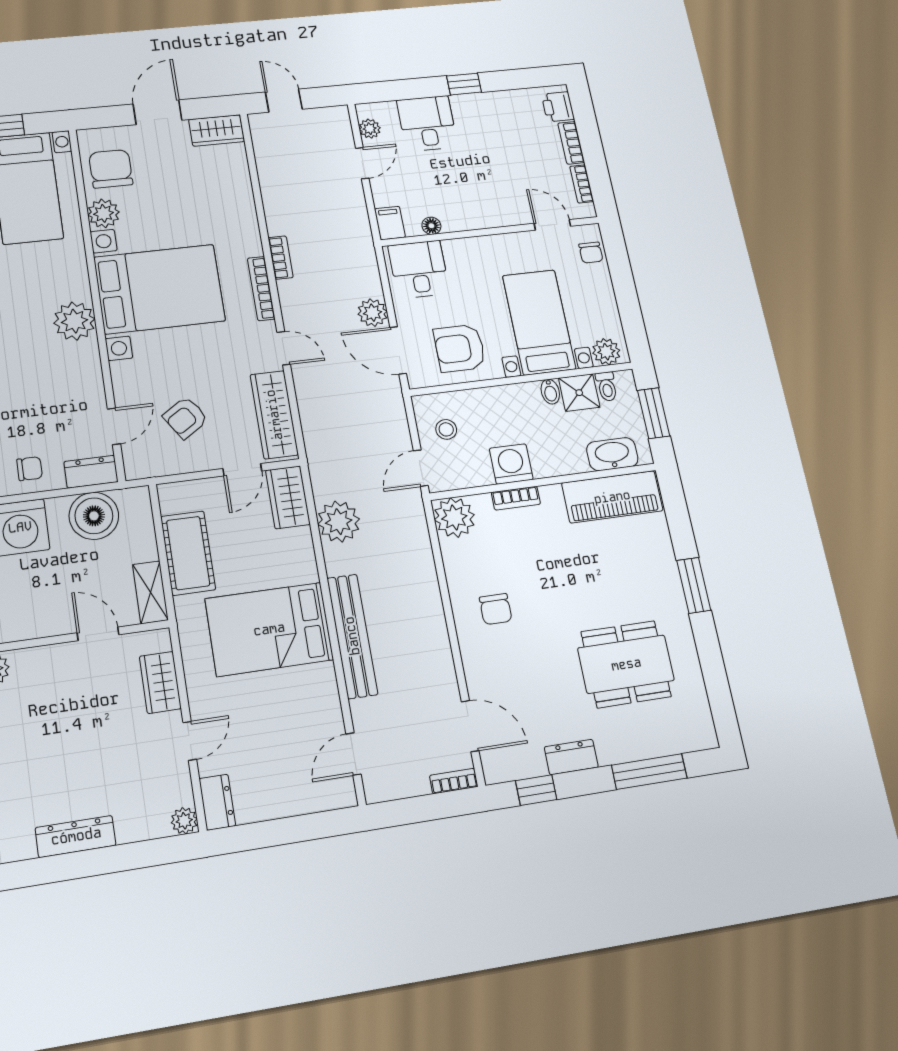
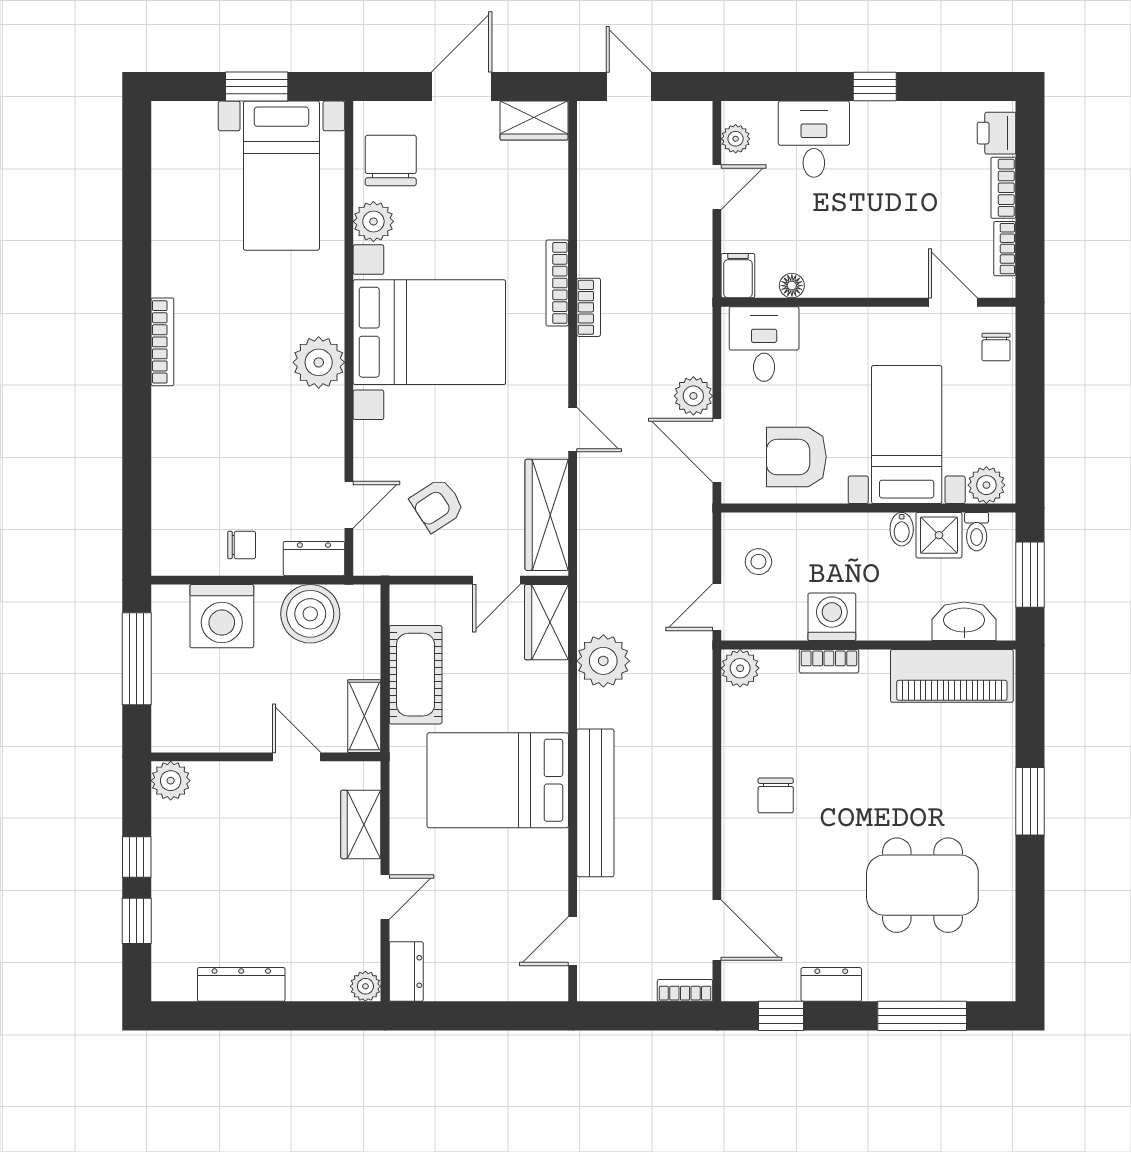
bookcase: (261, 288) -> (557, 283), moved
plant: (454, 517) -> (740, 668), width x0.73, depth x0.73

